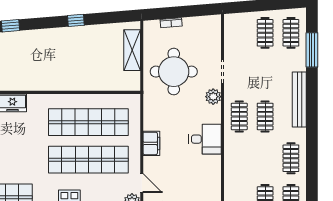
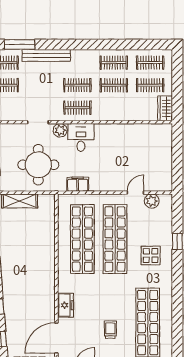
bench: (299, 100) -> (46, 55), moved
desk: (205, 139) -> (81, 137), moved
filing cabinet: (151, 143) -> (78, 184), moved
clothes rail: (265, 158) -> (114, 85), added

